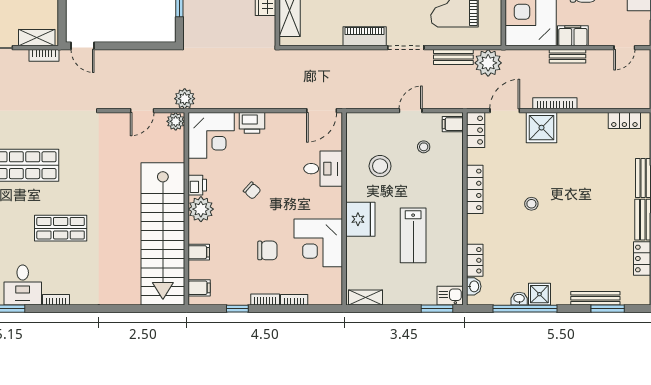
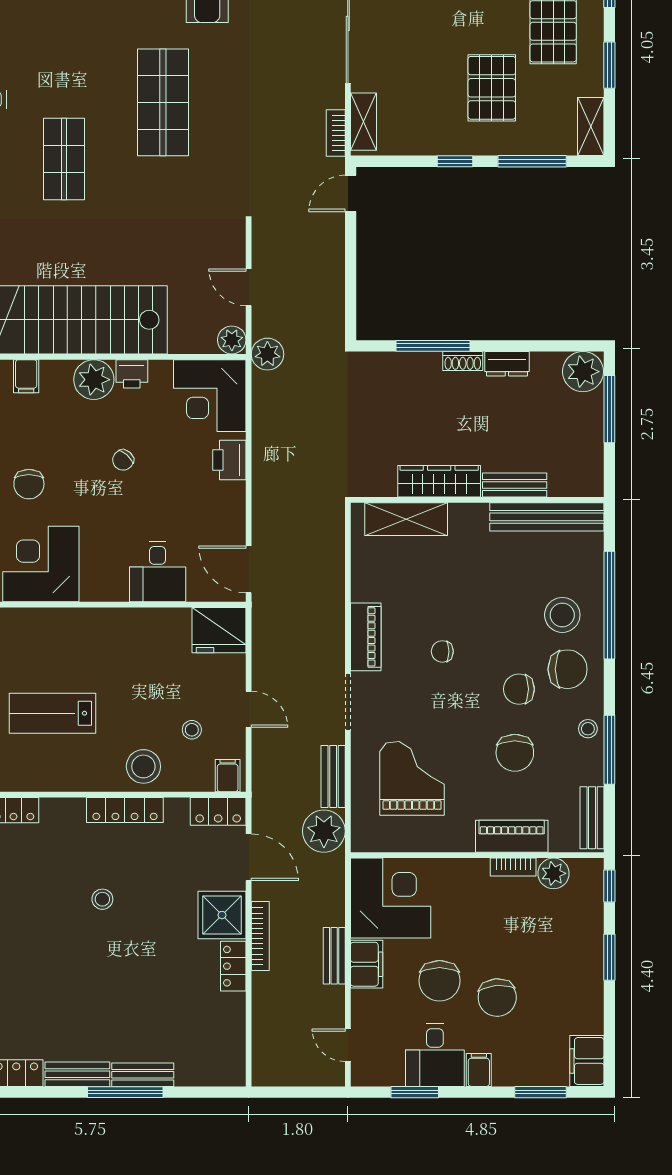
locker: (624, 120) -> (233, 966), moved
stool: (380, 166) -> (143, 766), moved
fridge: (360, 219) -> (219, 630), moved

